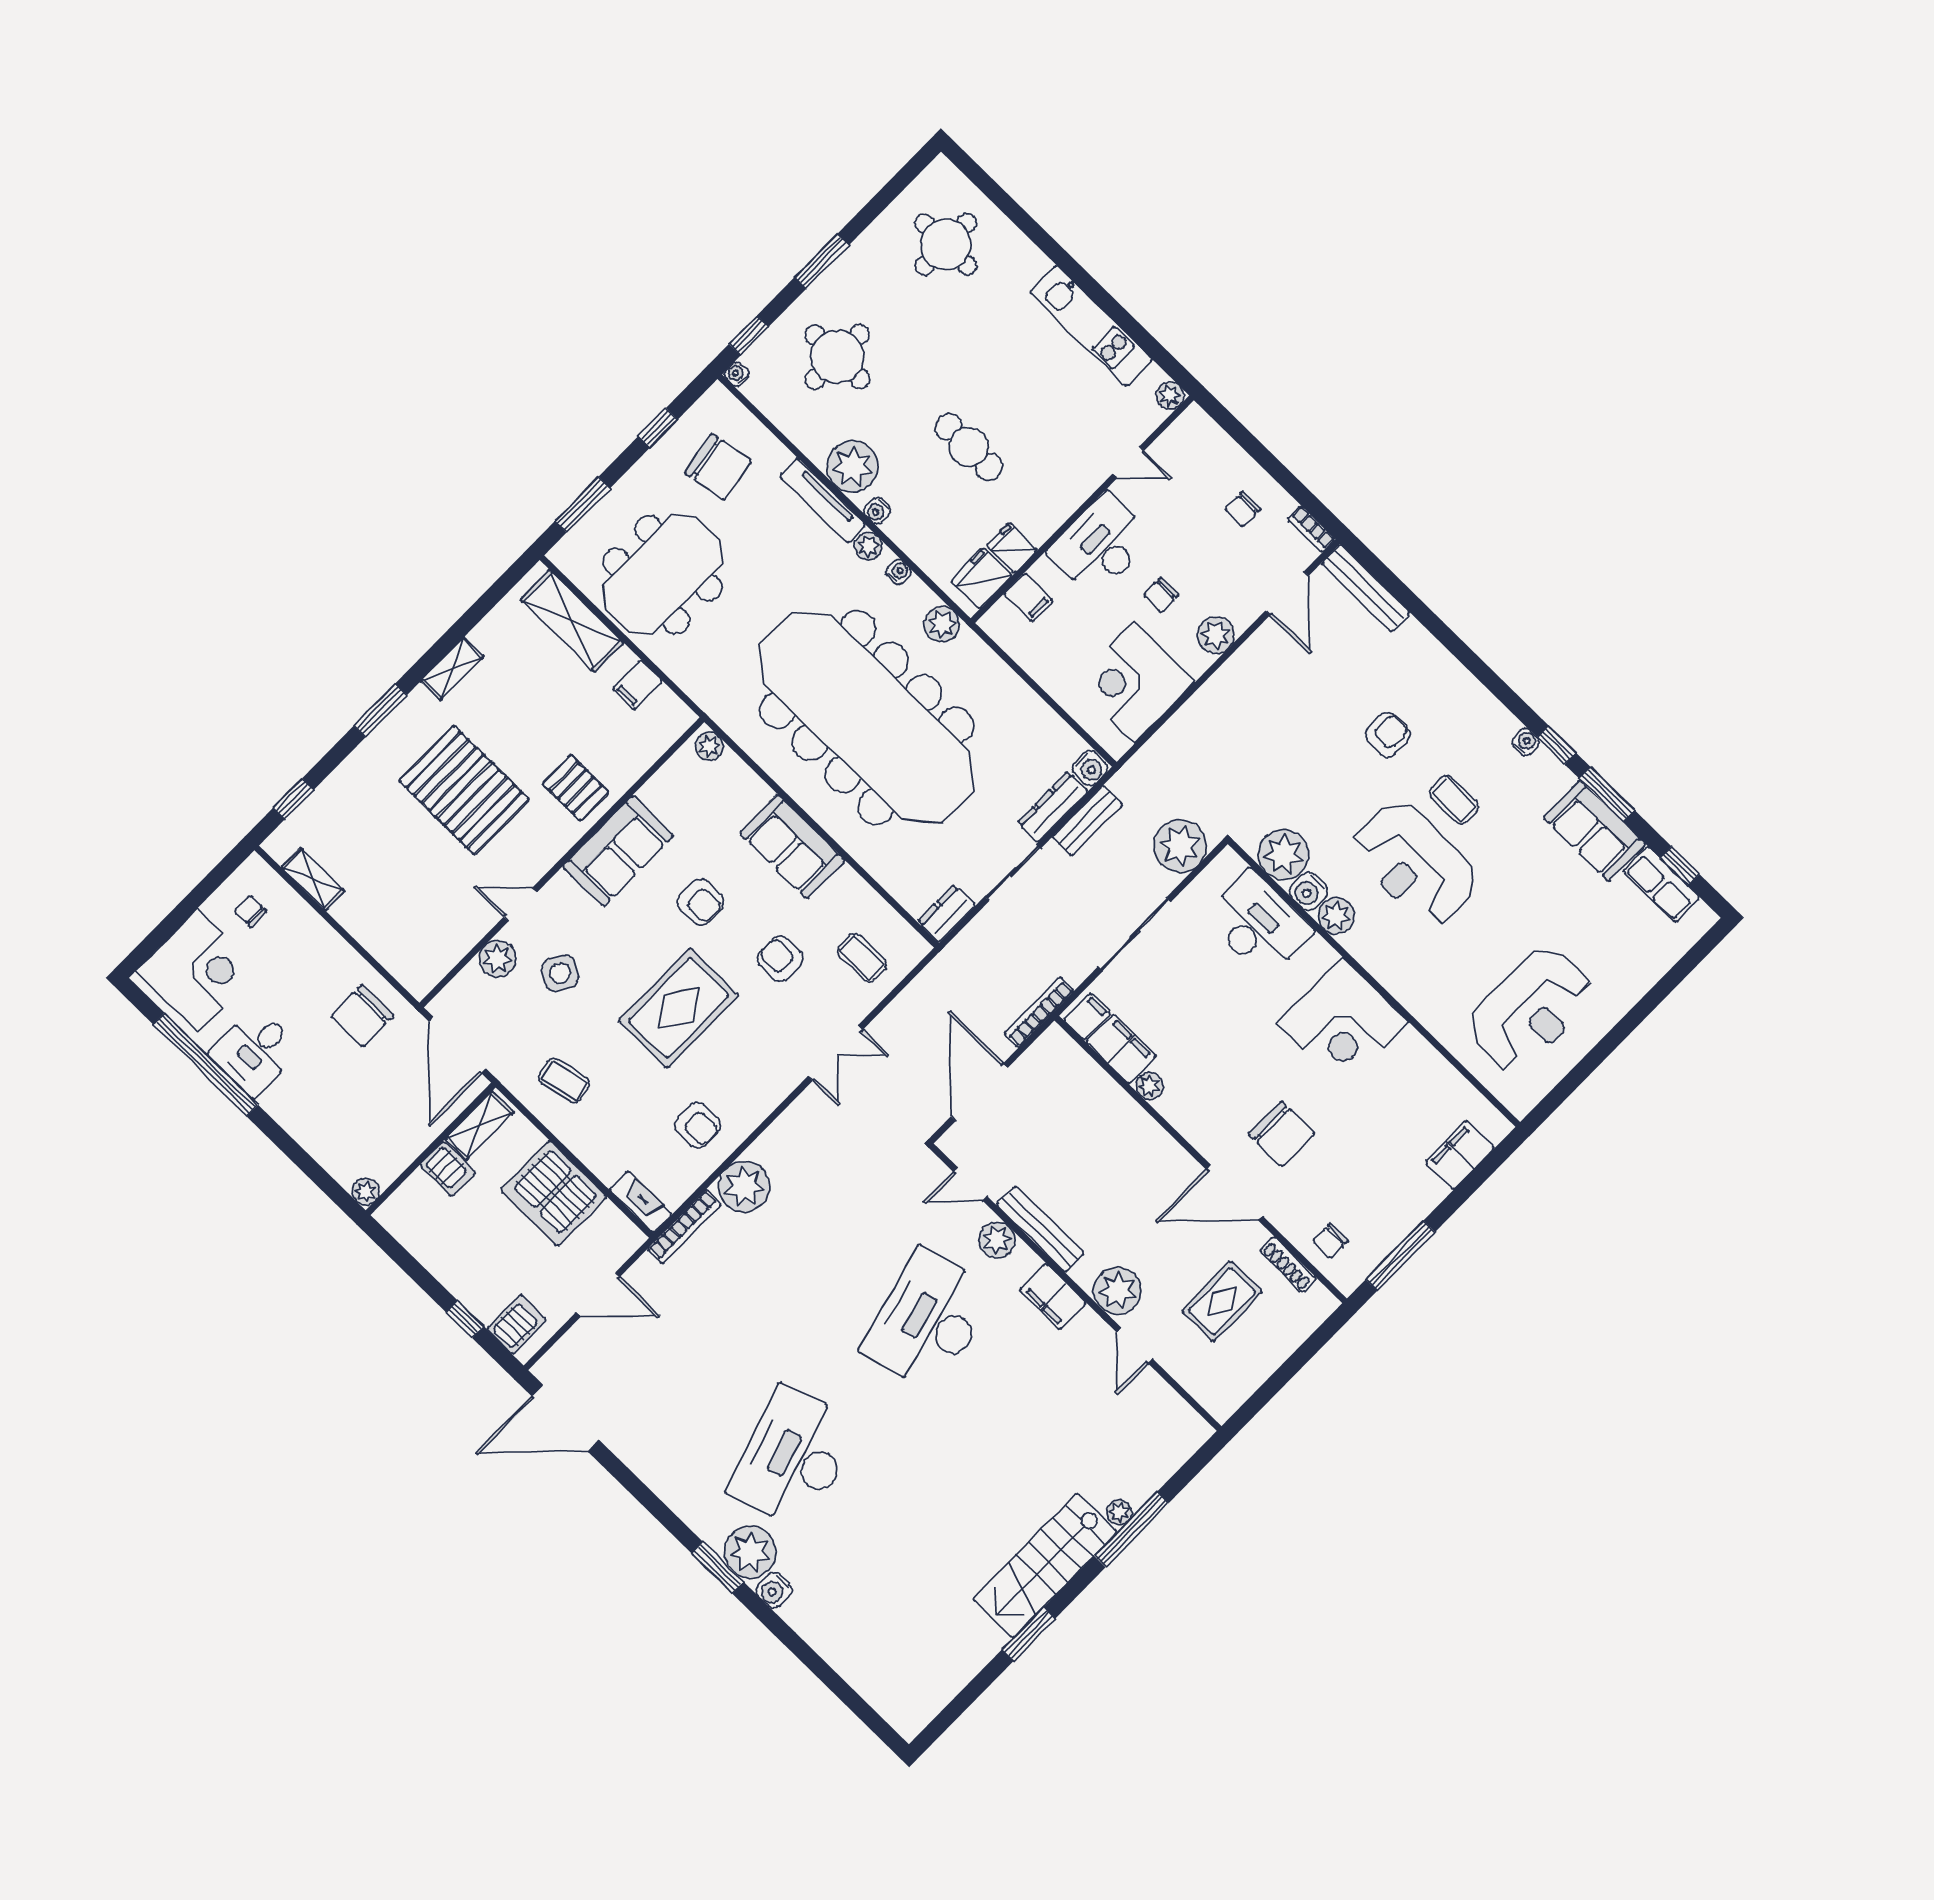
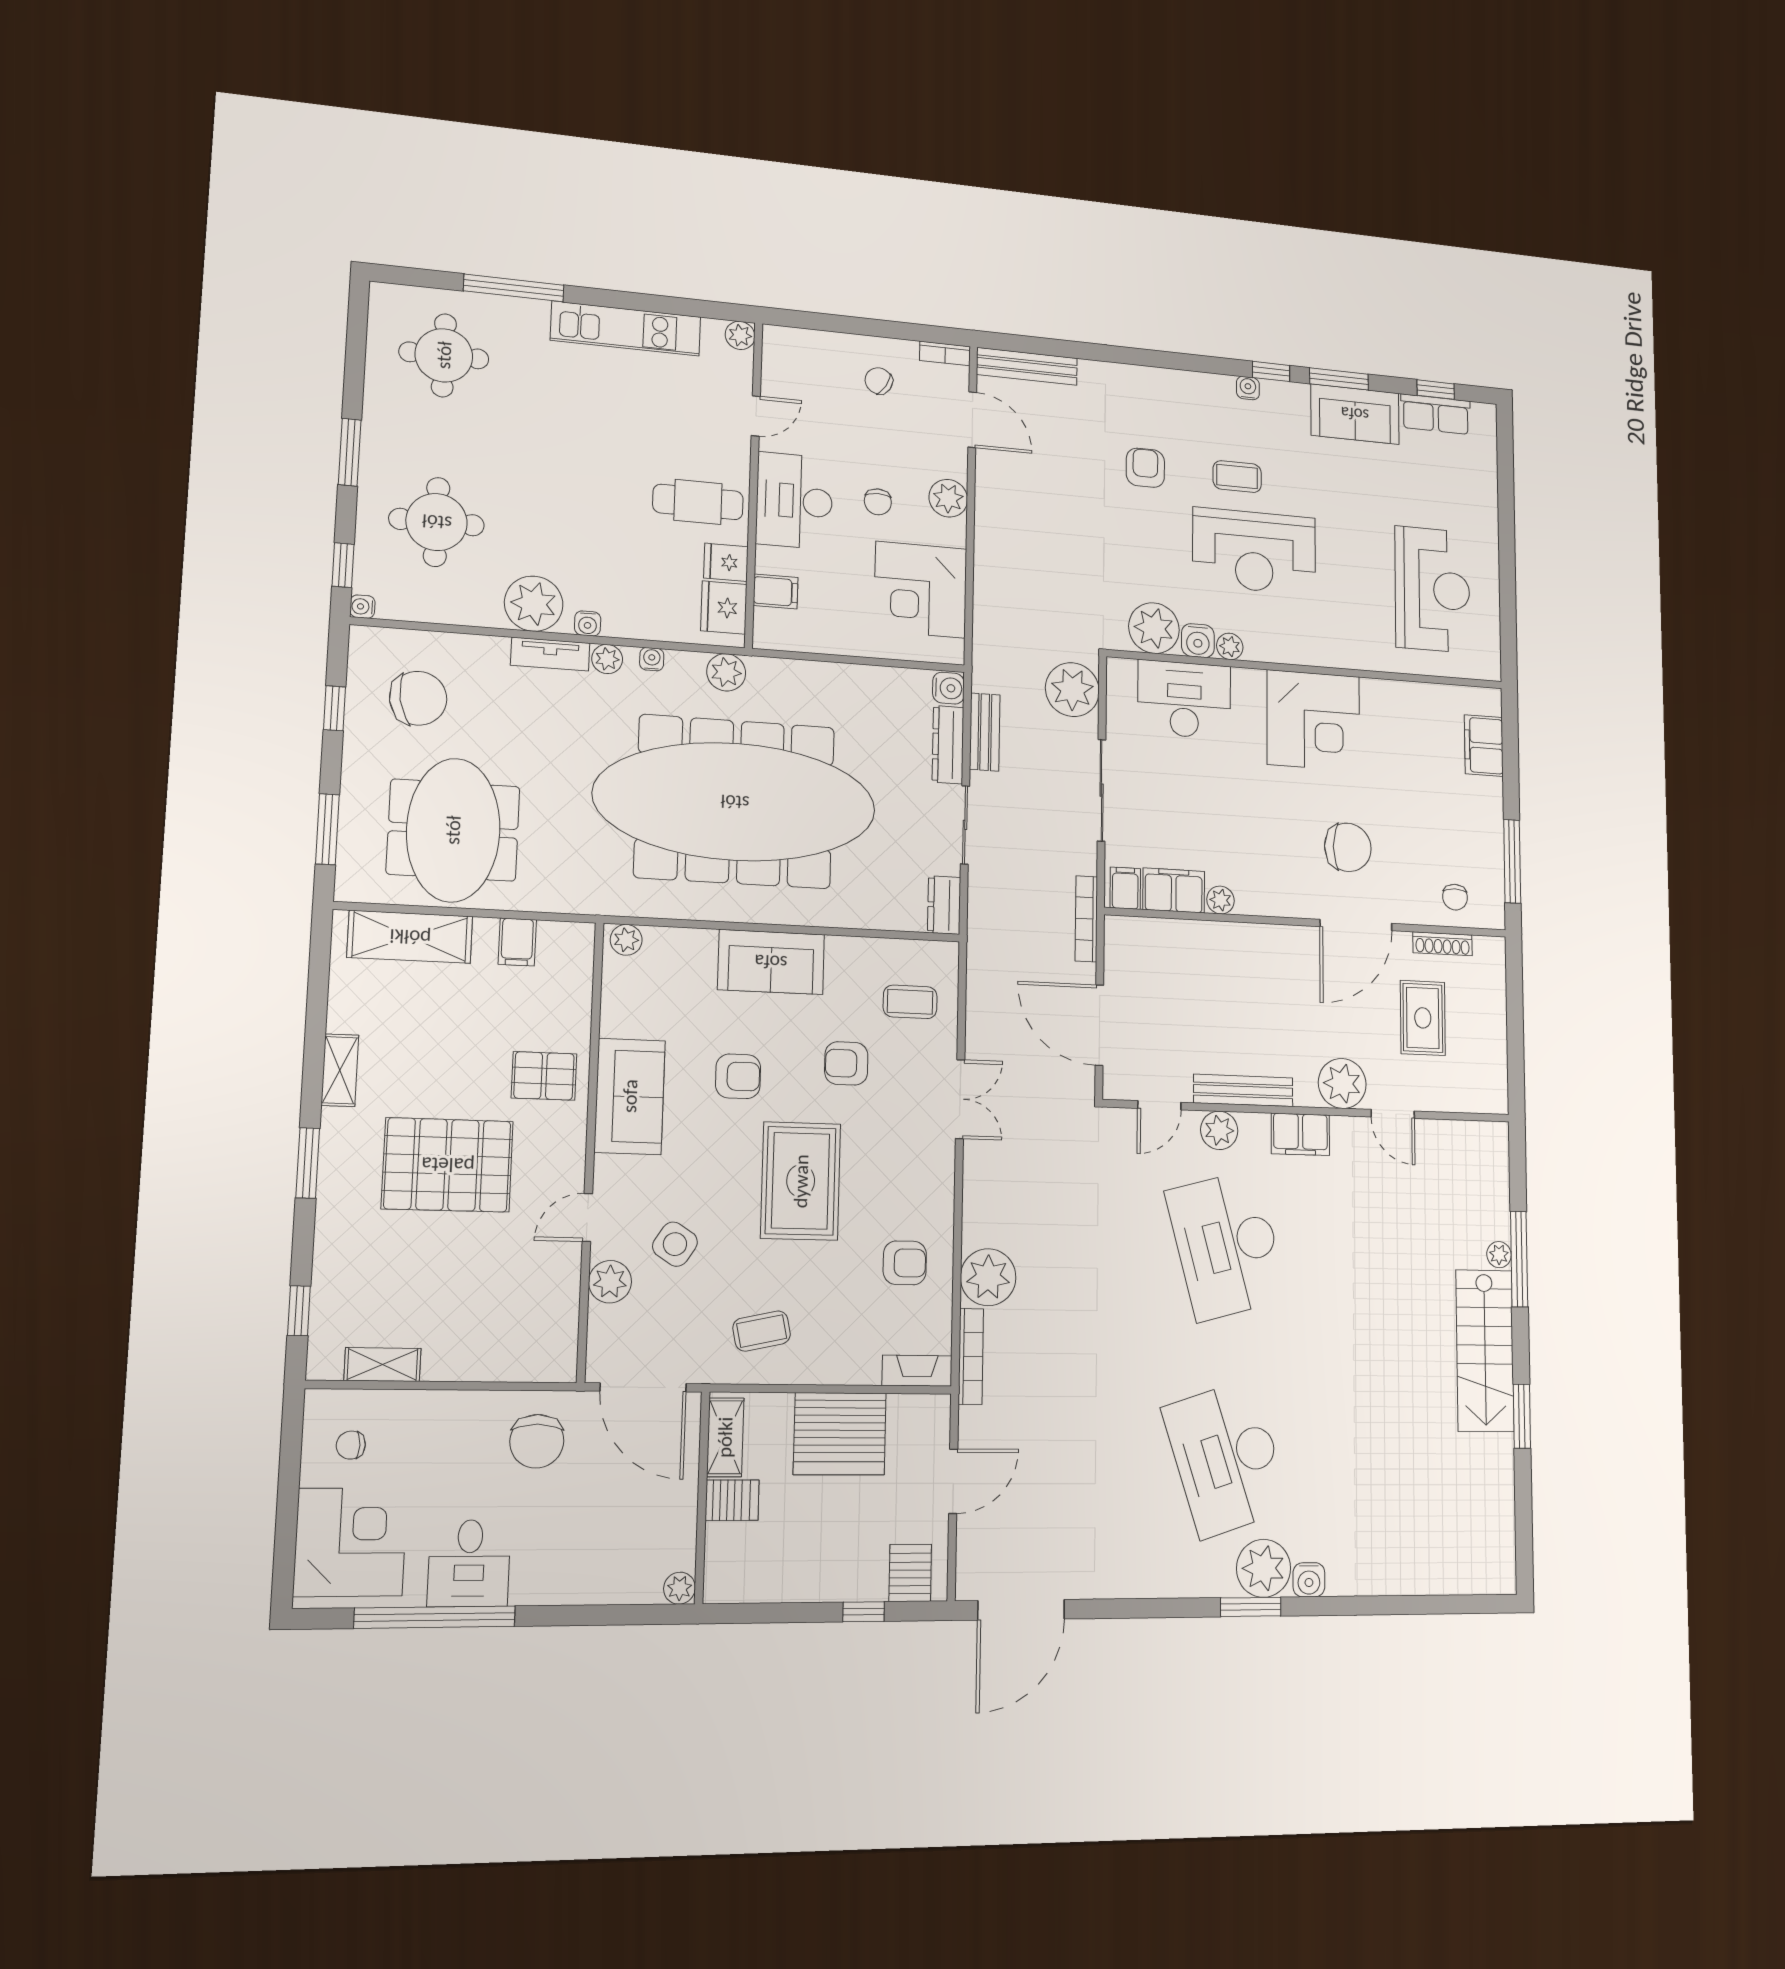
window: (1037, 235) -> (514, 288), added
cafe table: (969, 447) -> (698, 502), moved
tv unit: (823, 501) -> (550, 654), width x0.71
chair: (1243, 509) -> (879, 381), turned 121
plant: (1336, 916) -> (1230, 646), width x0.73, depth x0.73

